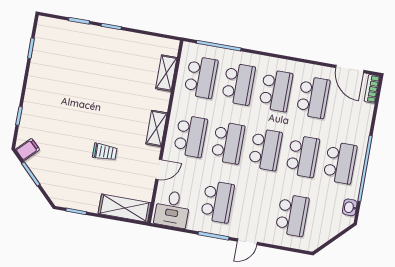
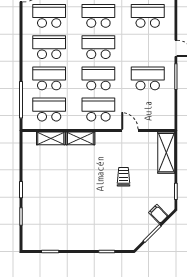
shelving: (156, 128) -> (80, 138), moved
filing cabinet: (28, 149) -> (158, 214), moved
desk: (172, 209) -> (160, 114), removed

